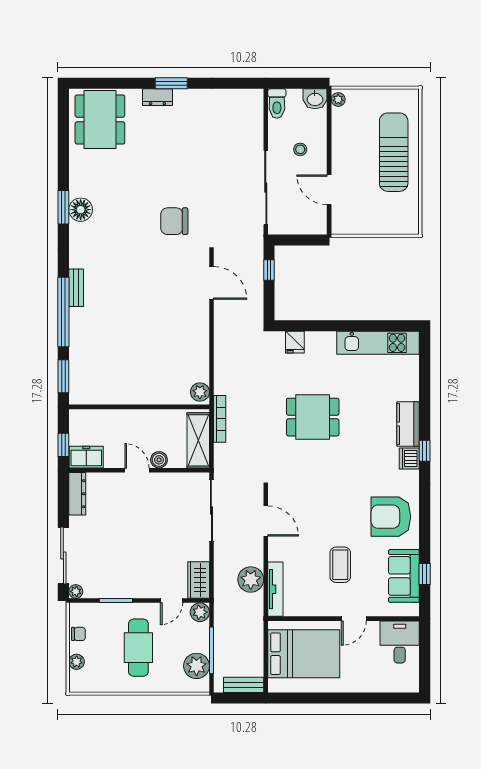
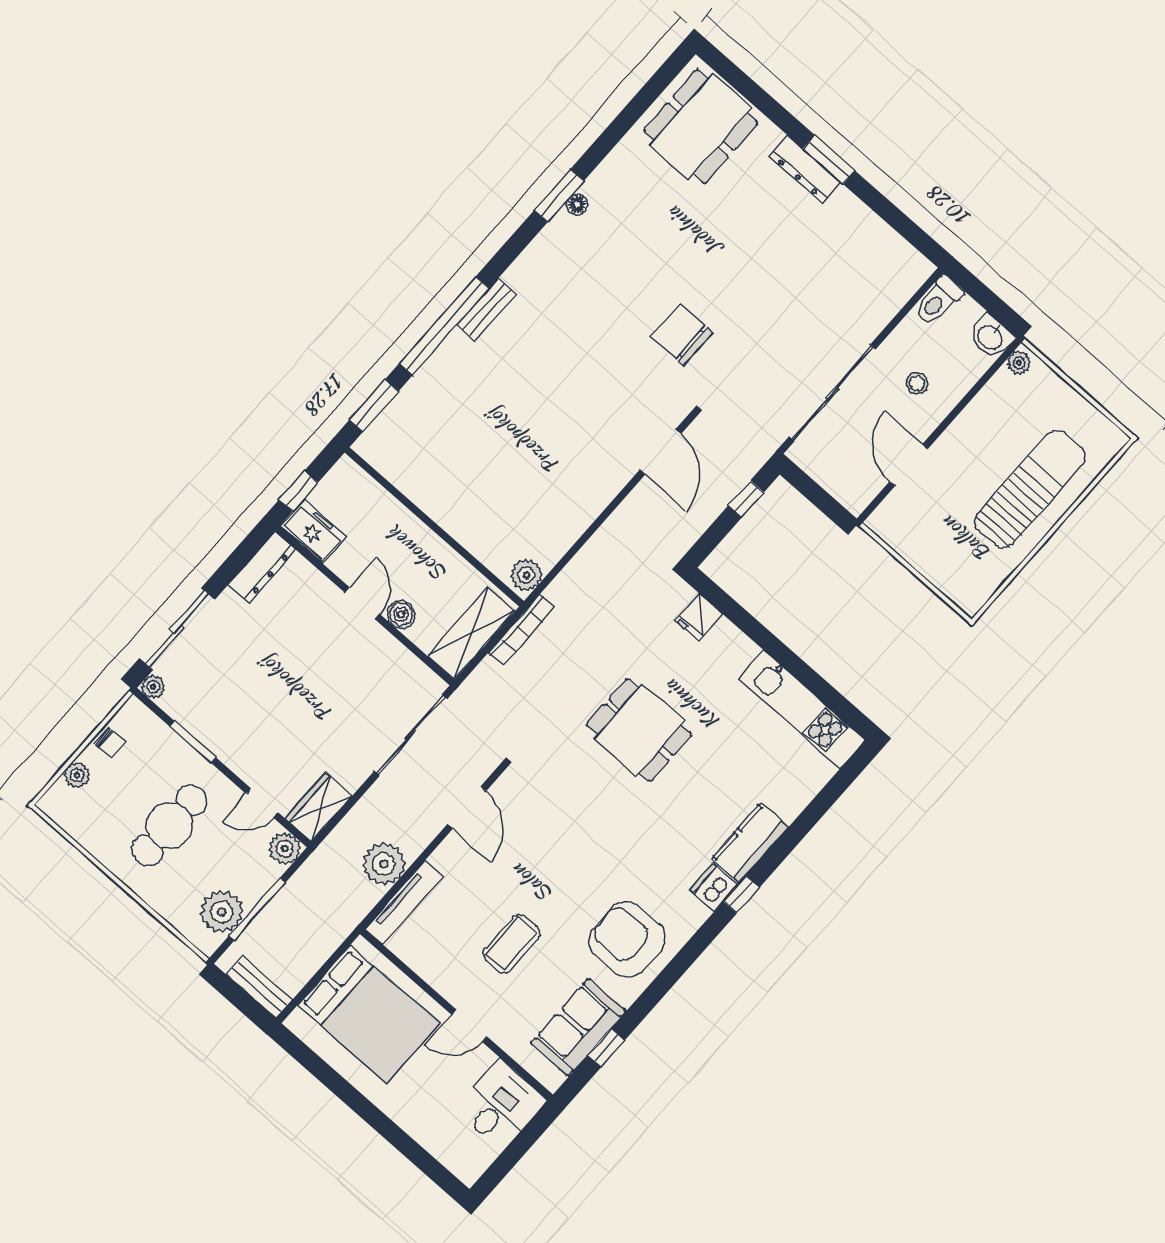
dresser: (157, 97) -> (805, 169), width x1.44
floor lamp: (81, 210) -> (577, 204), width x0.53, depth x0.53

